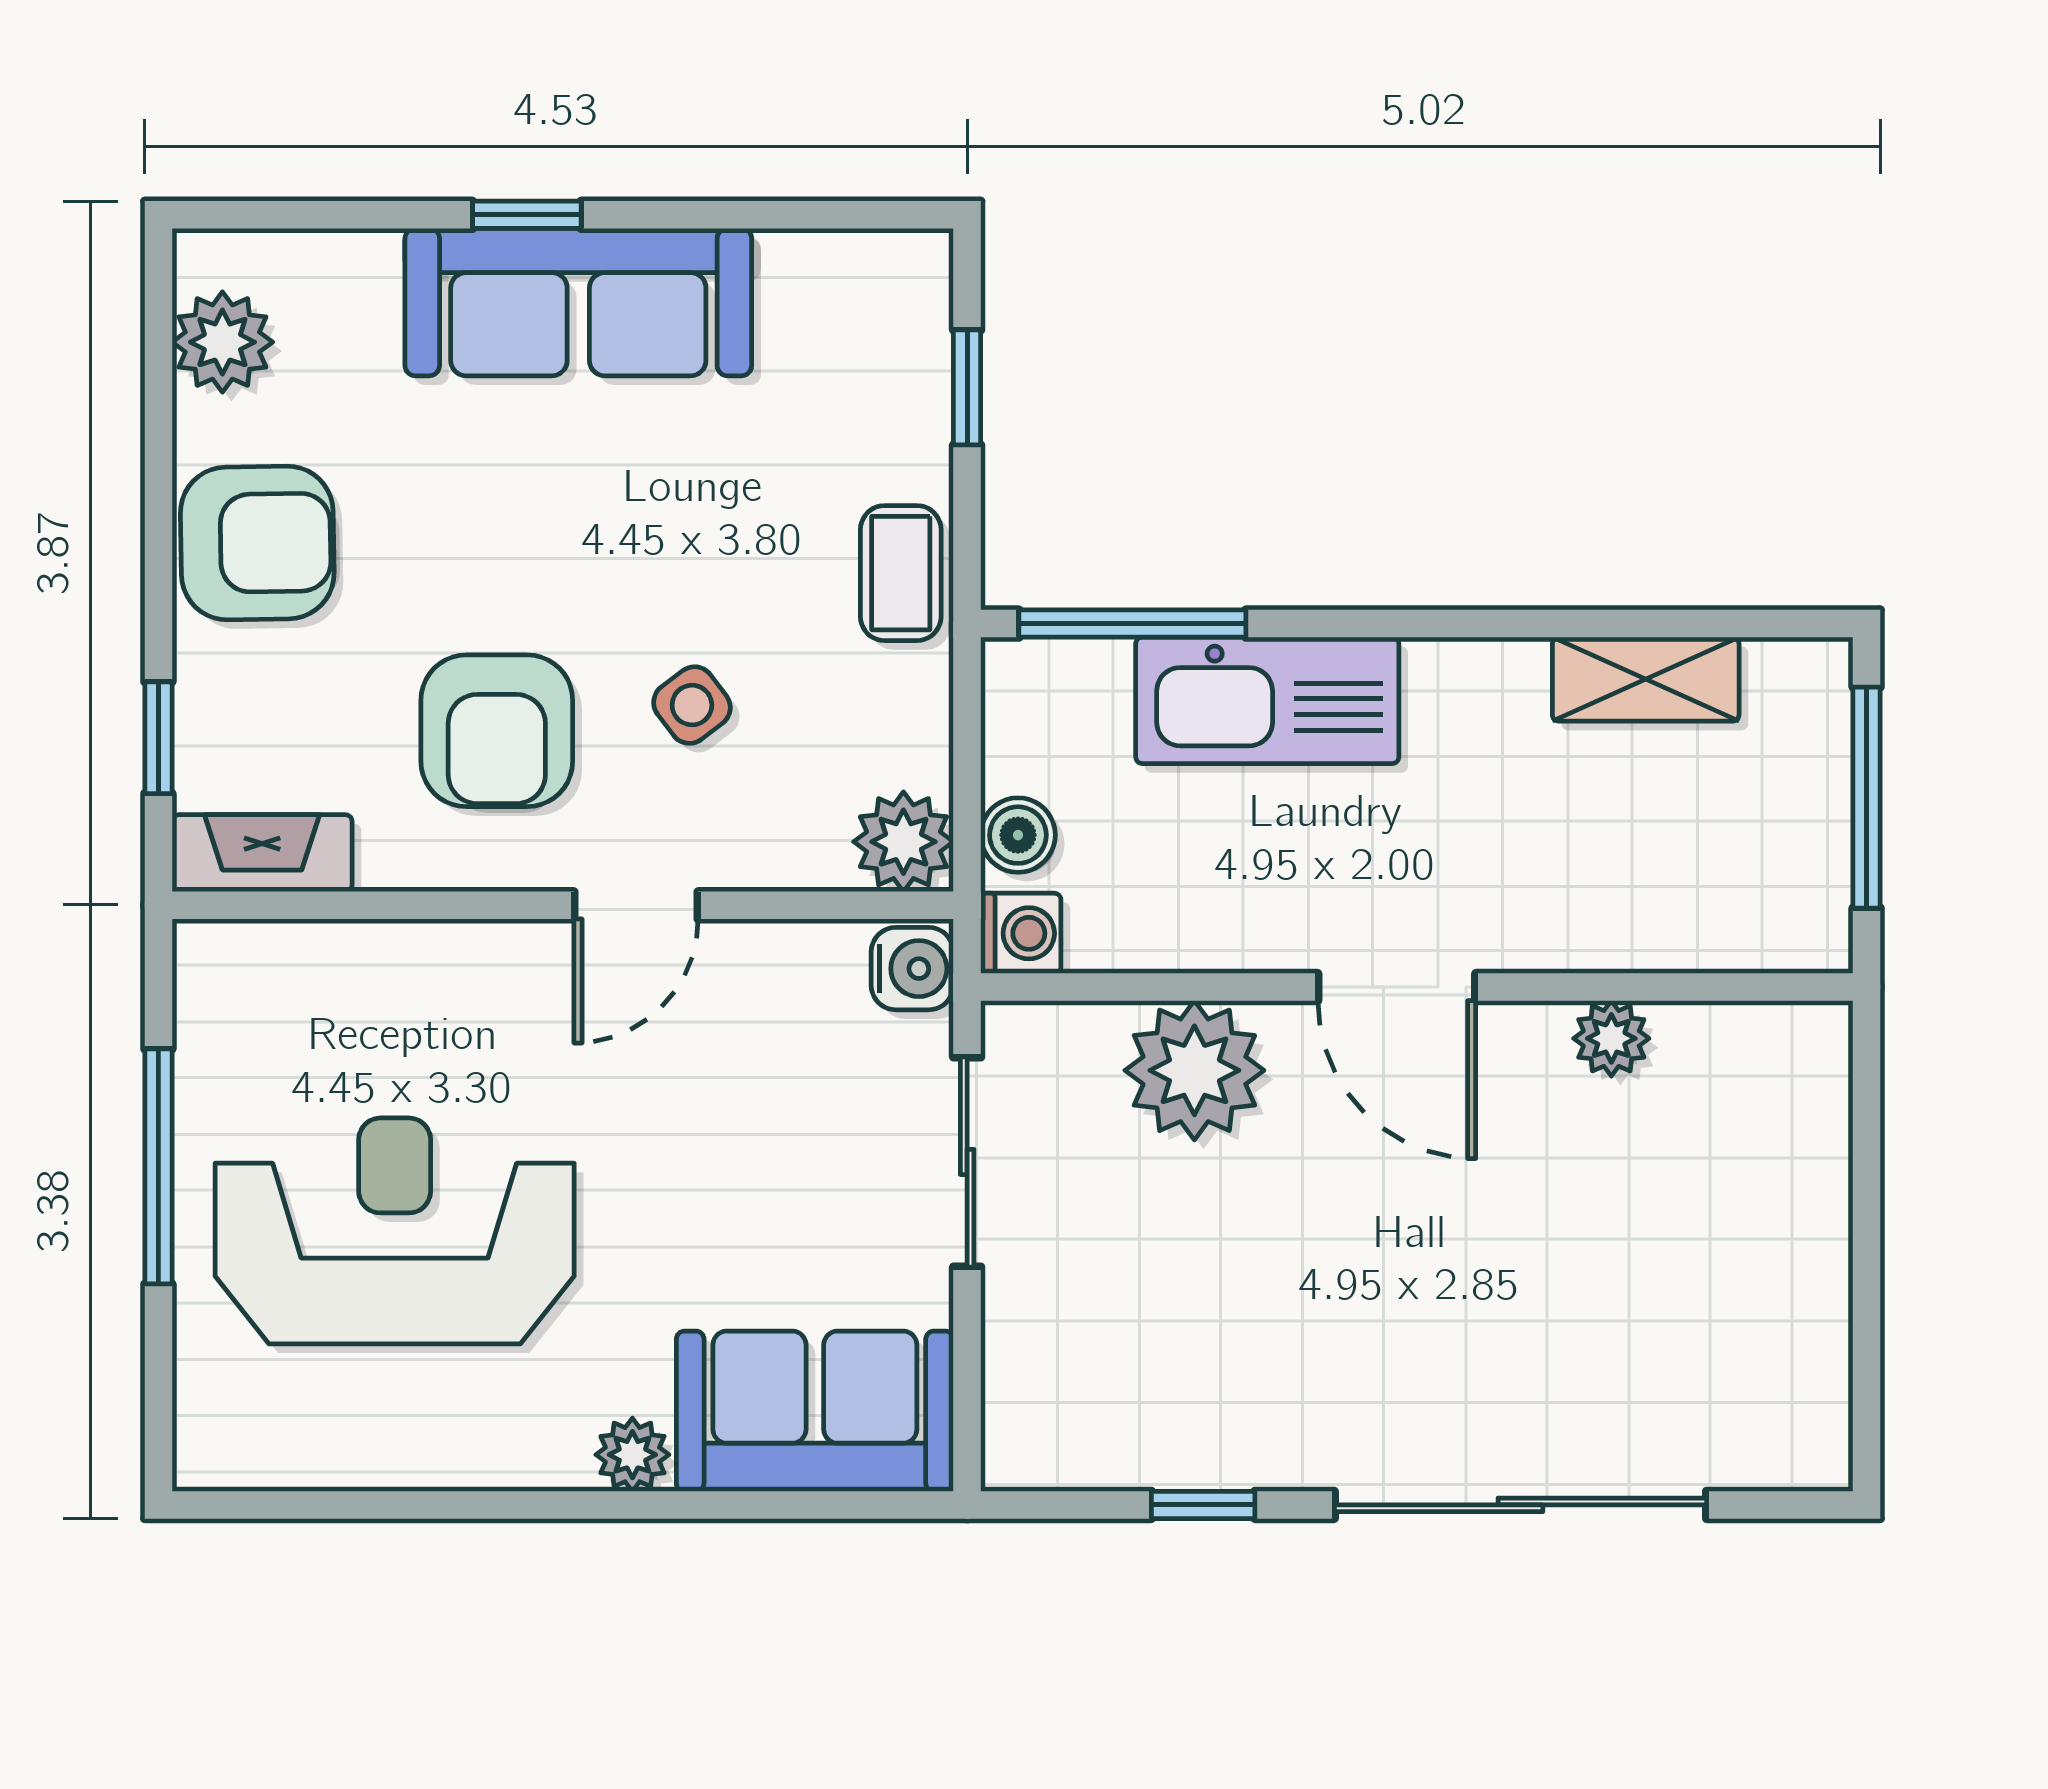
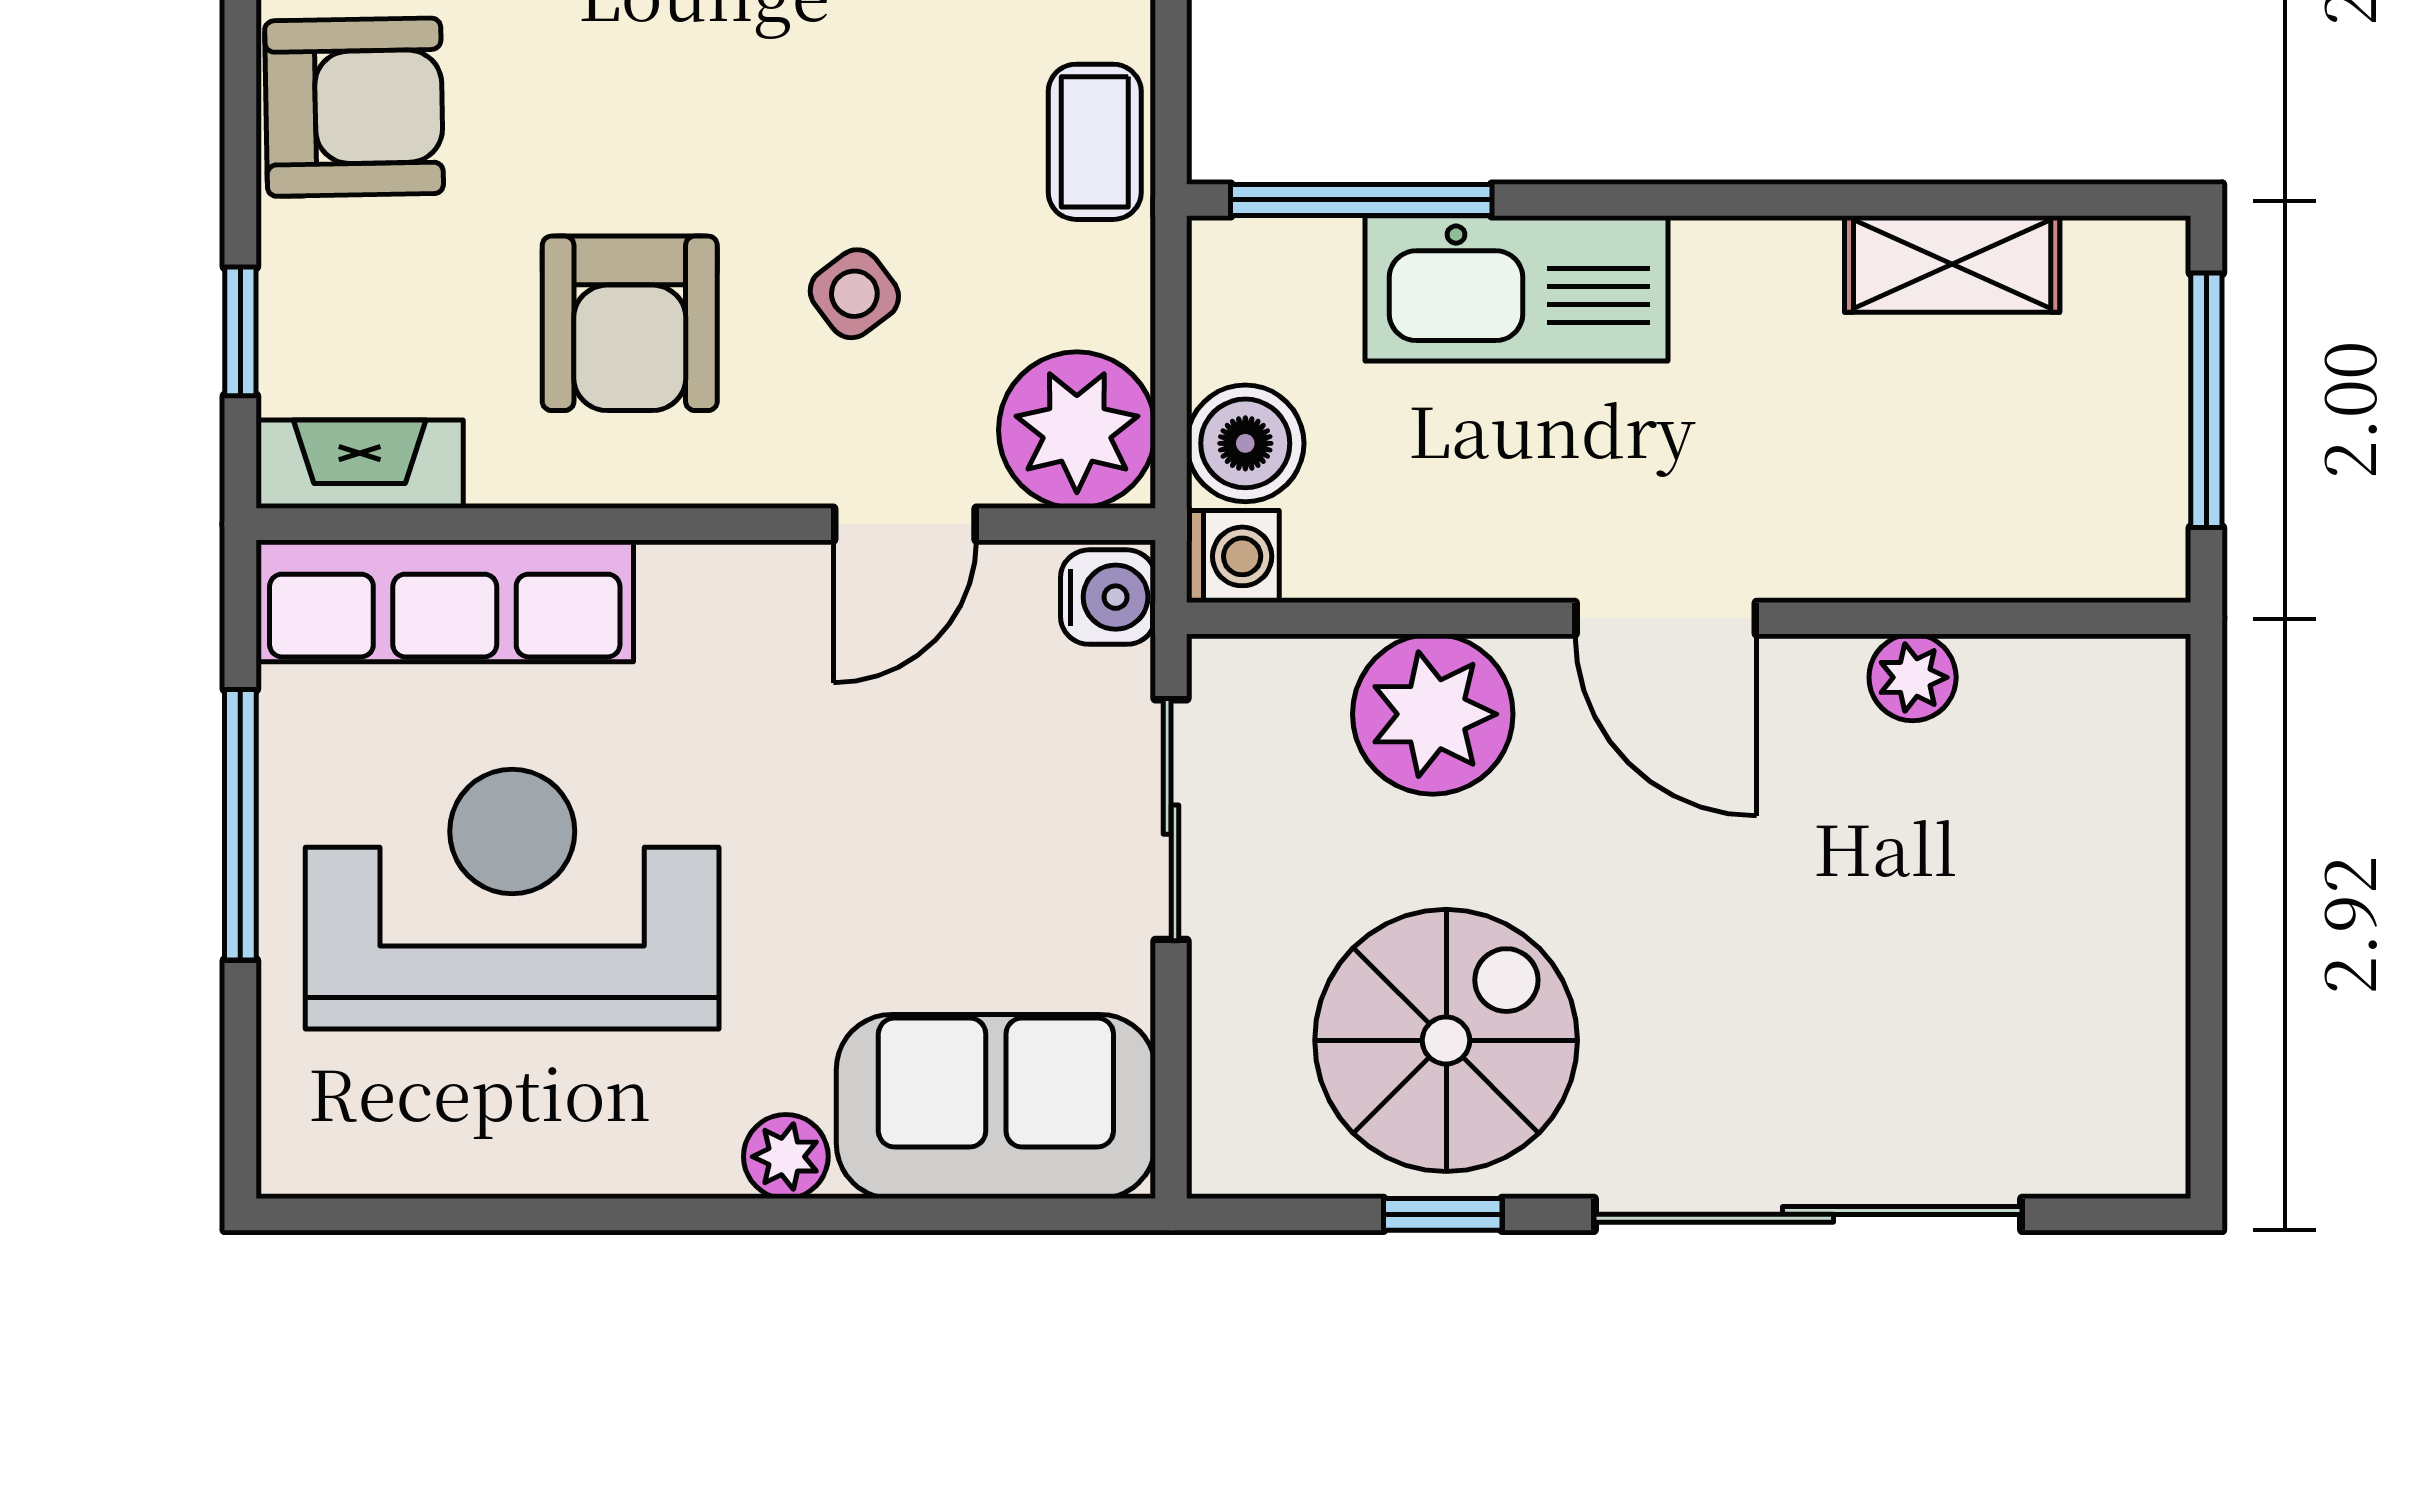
boiler: (1018, 835) -> (1245, 443), width x1.36, depth x1.36
plant: (903, 842) -> (1077, 430), width x1.36, depth x1.36
door: (636, 905) -> (905, 524), moved
row of seats: (336, 972) -> (445, 601), added
spiral stairs: (1206, 1354) -> (1446, 1040), added

